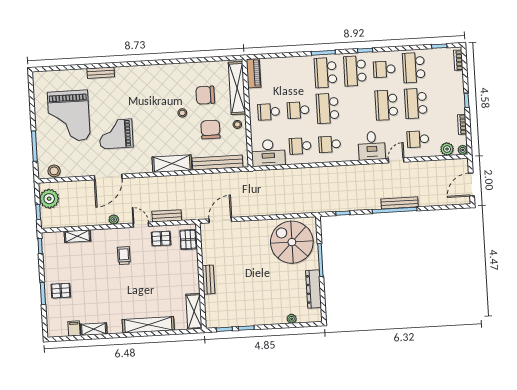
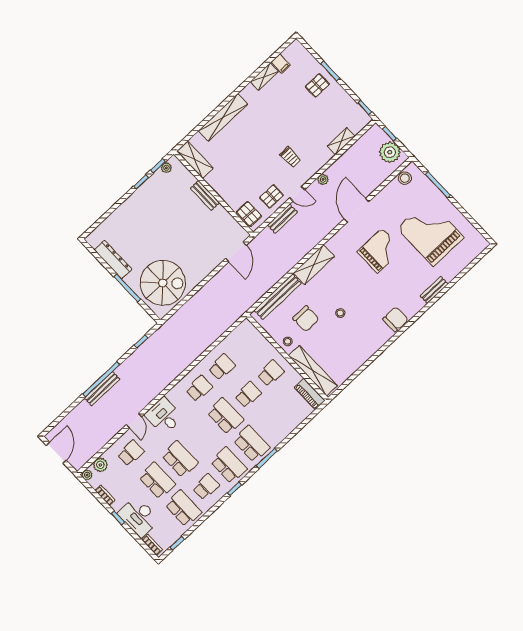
chair: (205, 95) -> (395, 319), moved
desk: (268, 153) -> (139, 517), moved, turned -90
plant: (292, 319) -> (166, 168), moved

